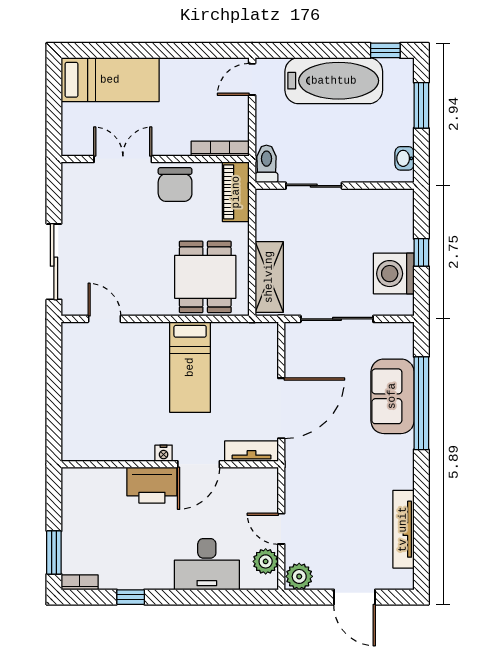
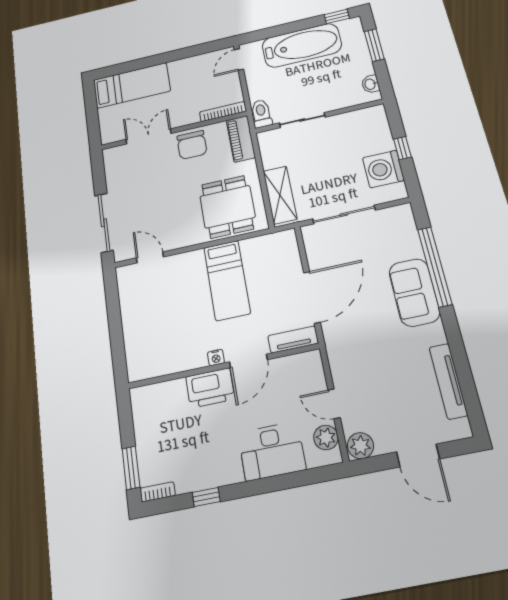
sofa: (392, 396) -> (414, 292), moved

